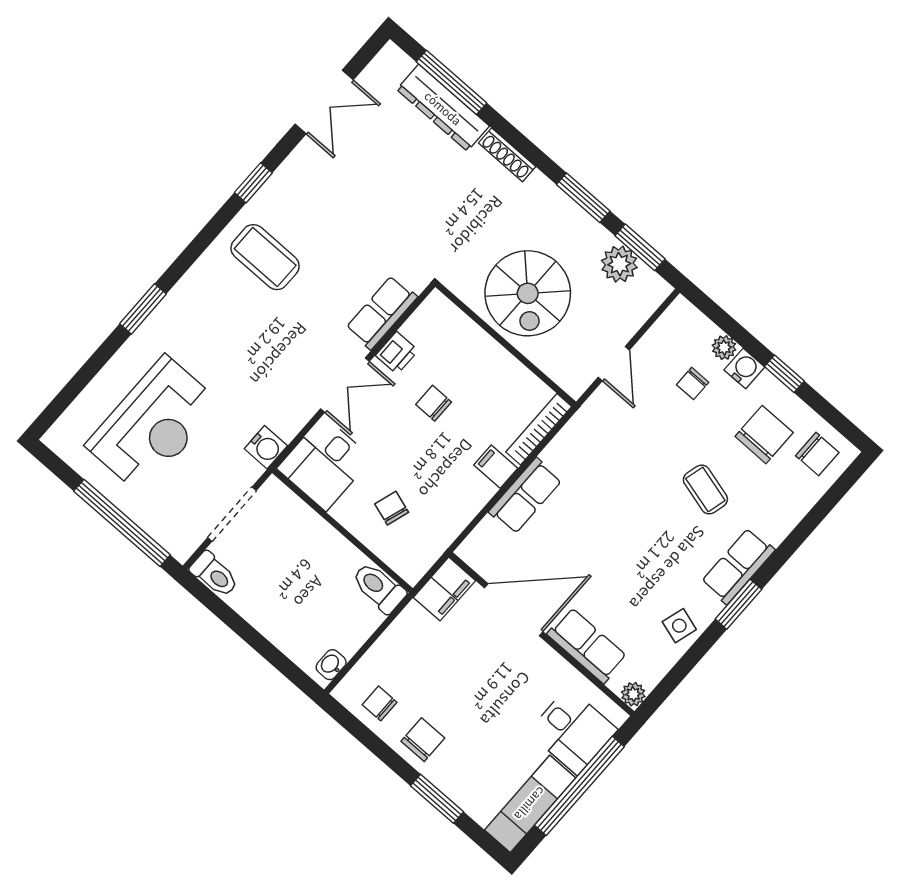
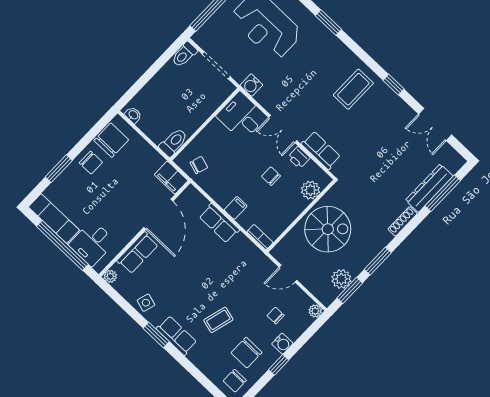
spiral stairs: (528, 293) -> (328, 229), turned 180
plant: (456, 329) -> (310, 190), added
plant: (724, 348) -> (315, 311), moved
chair: (434, 403) -> (271, 176), turned -90
bookcase: (539, 429) -> (260, 237), width x0.64
chair: (764, 435) -> (246, 353), turned 90
chair: (392, 508) -> (199, 165), moved
chair: (380, 703) -> (111, 140), width x1.87, depth x1.87

